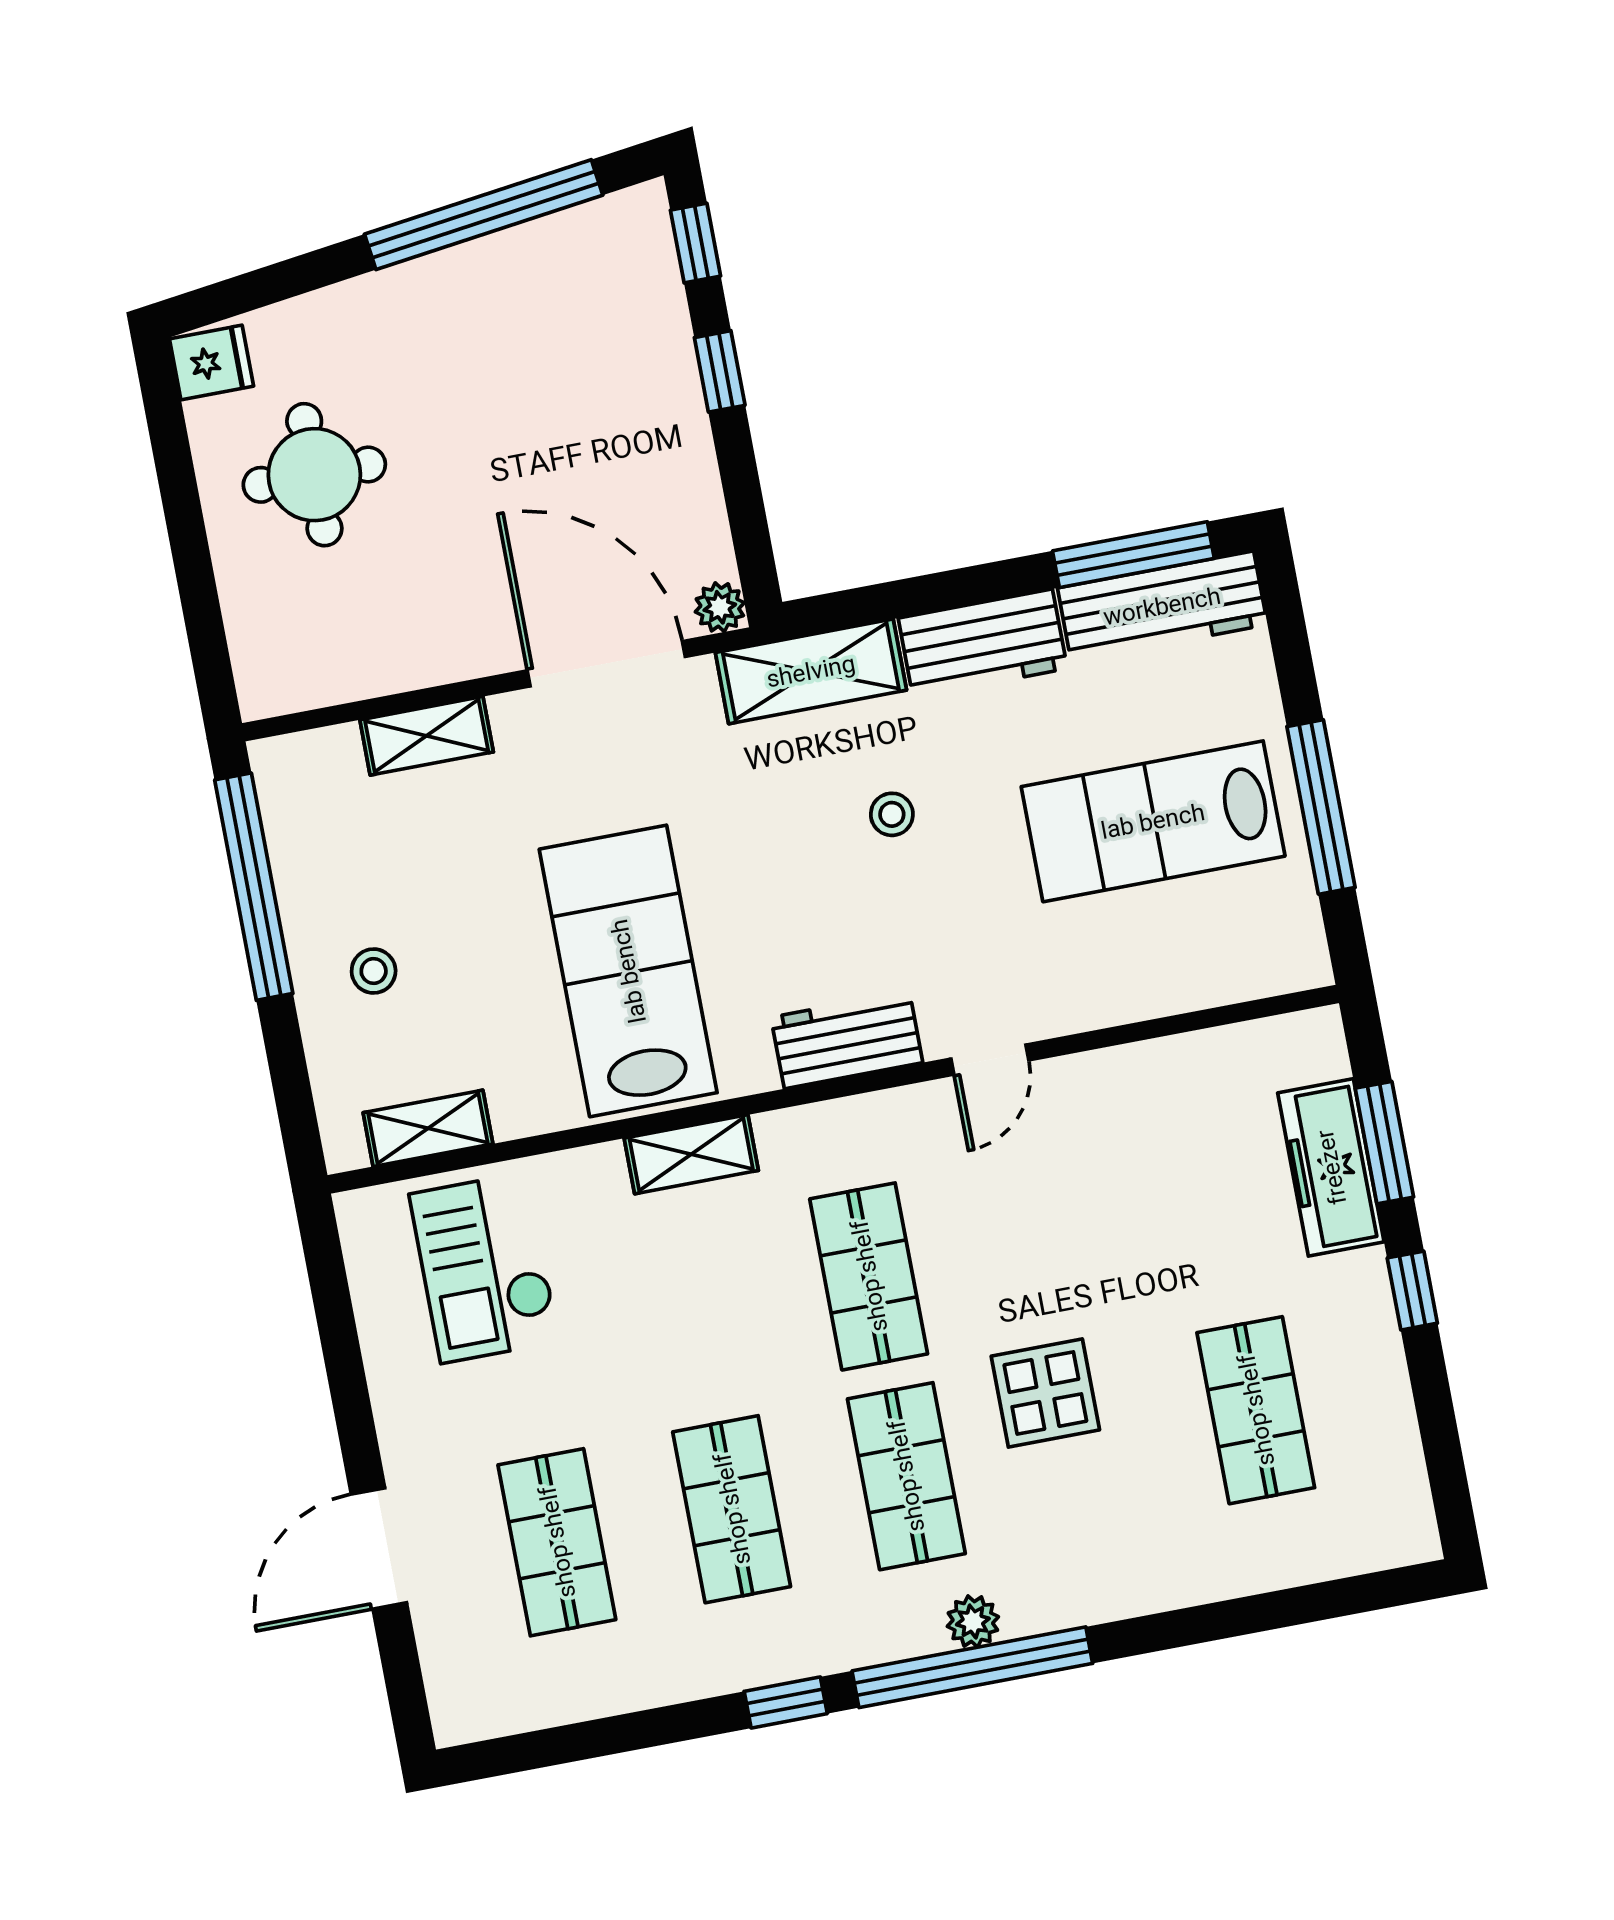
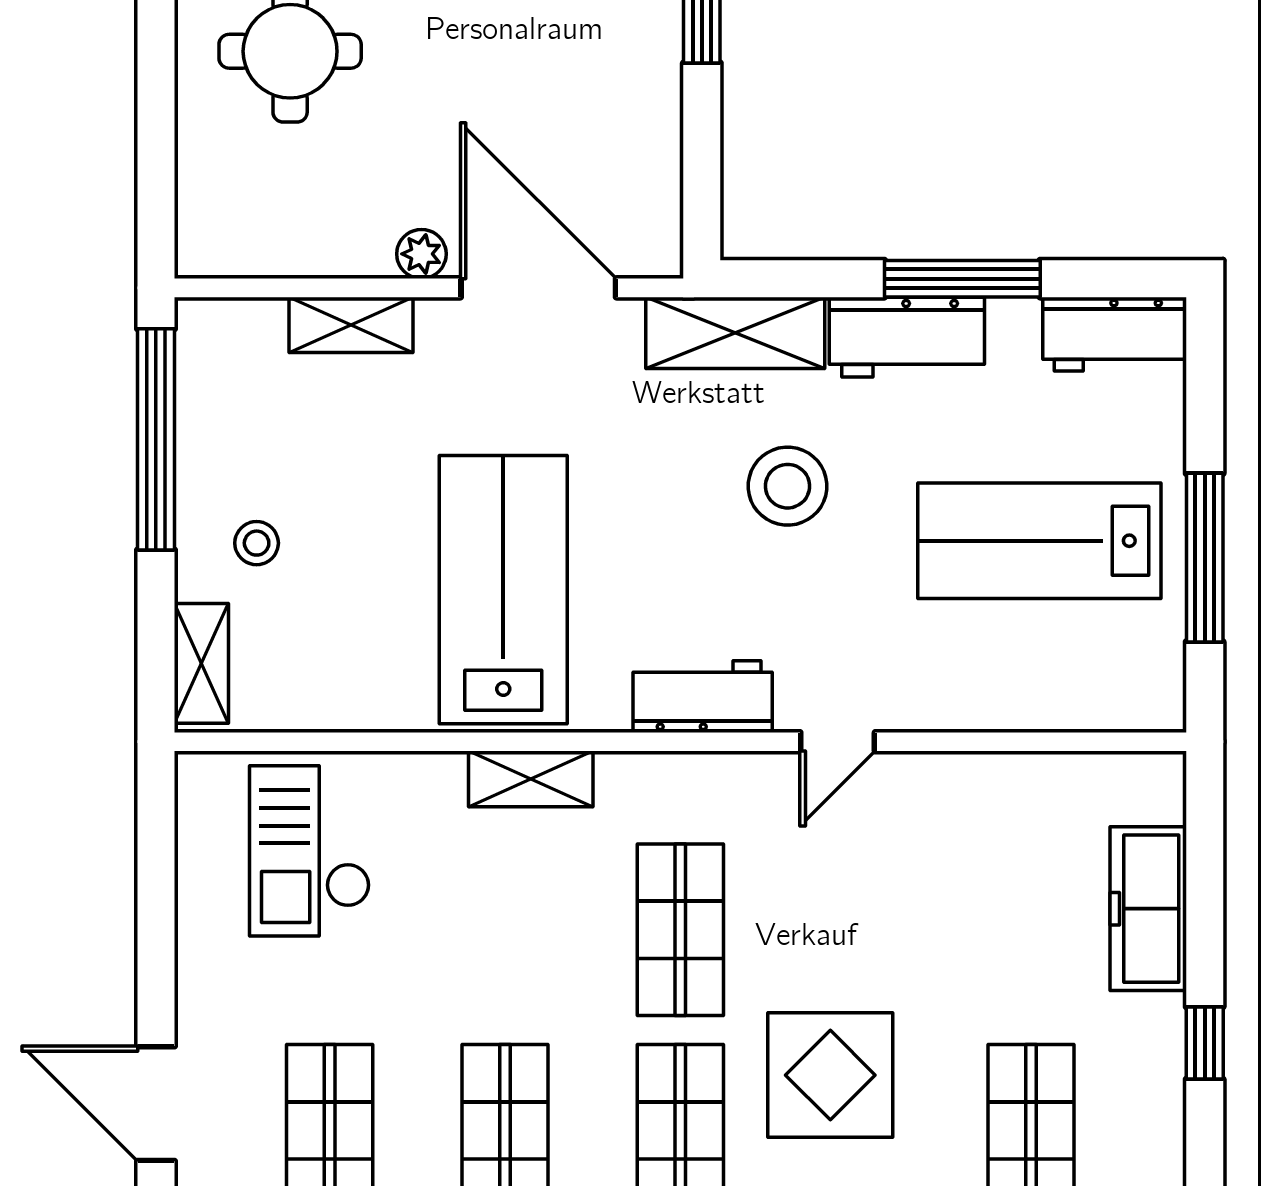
window: (1133, 555) -> (962, 279), moved
workbench: (1162, 606) -> (1115, 334), width x0.73
plant: (720, 607) -> (421, 254), moved
stool: (892, 814) -> (788, 486), width x1.89, depth x1.89
shelving: (428, 1128) -> (201, 663), moved, turned 90
window: (1384, 1143) -> (1205, 894), removed
display table: (1045, 1393) -> (830, 1075), width x1.36, depth x1.36
door: (379, 1548) -> (156, 1104), hinge flipped

